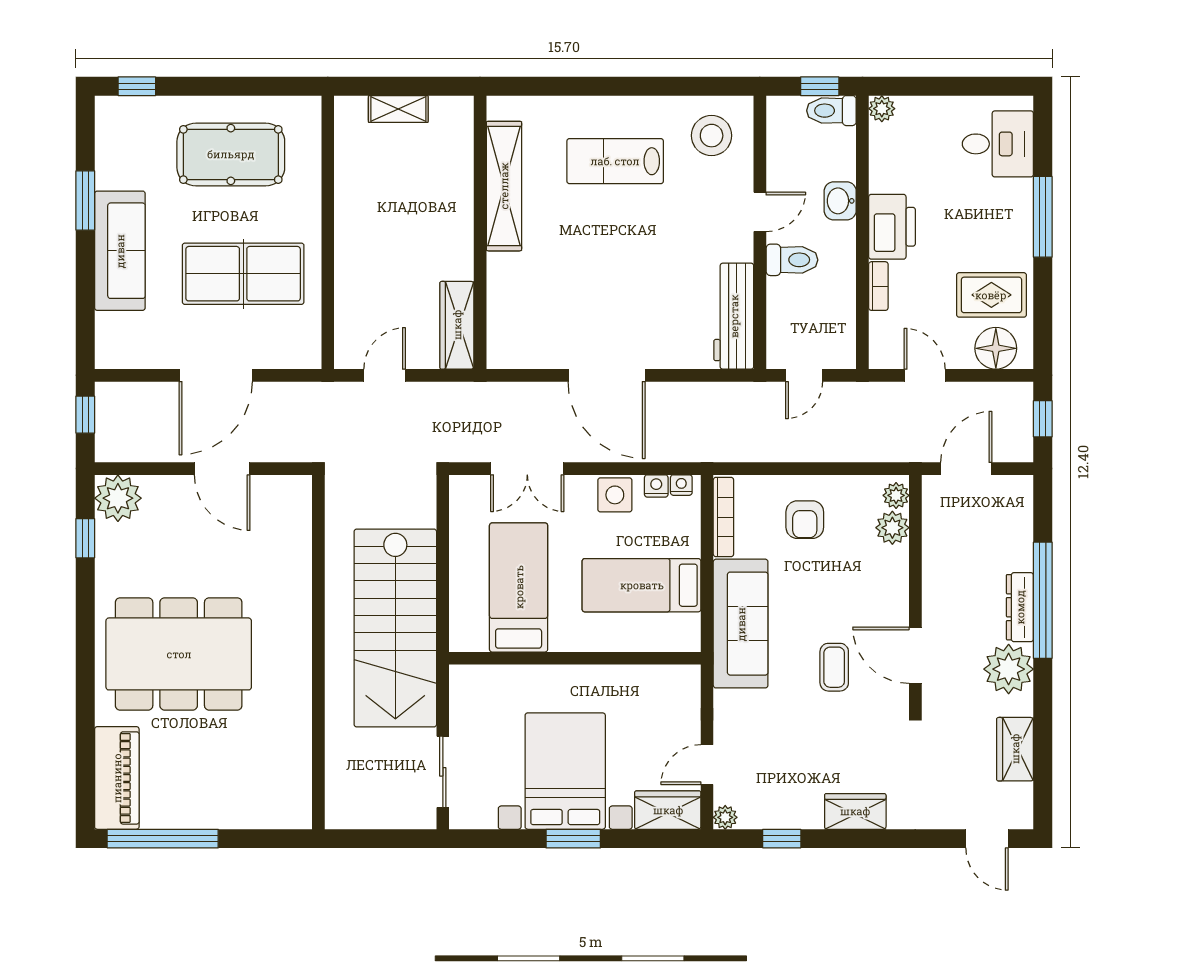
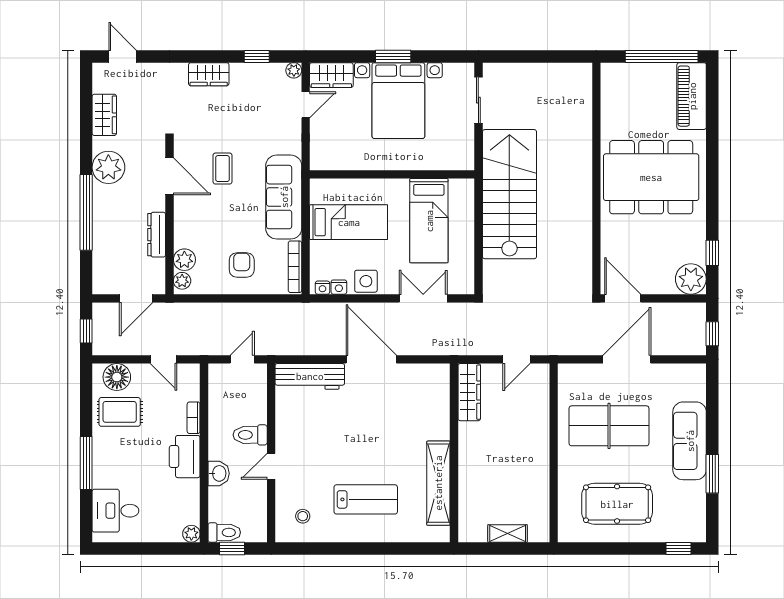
stool: (712, 136) -> (303, 516), width x0.53, depth x0.53
workbench: (734, 316) -> (310, 376), moved, turned 90
dresser: (1020, 607) -> (157, 235), moved, turned 180
wall: (318, 652) -> (596, 178), moved

